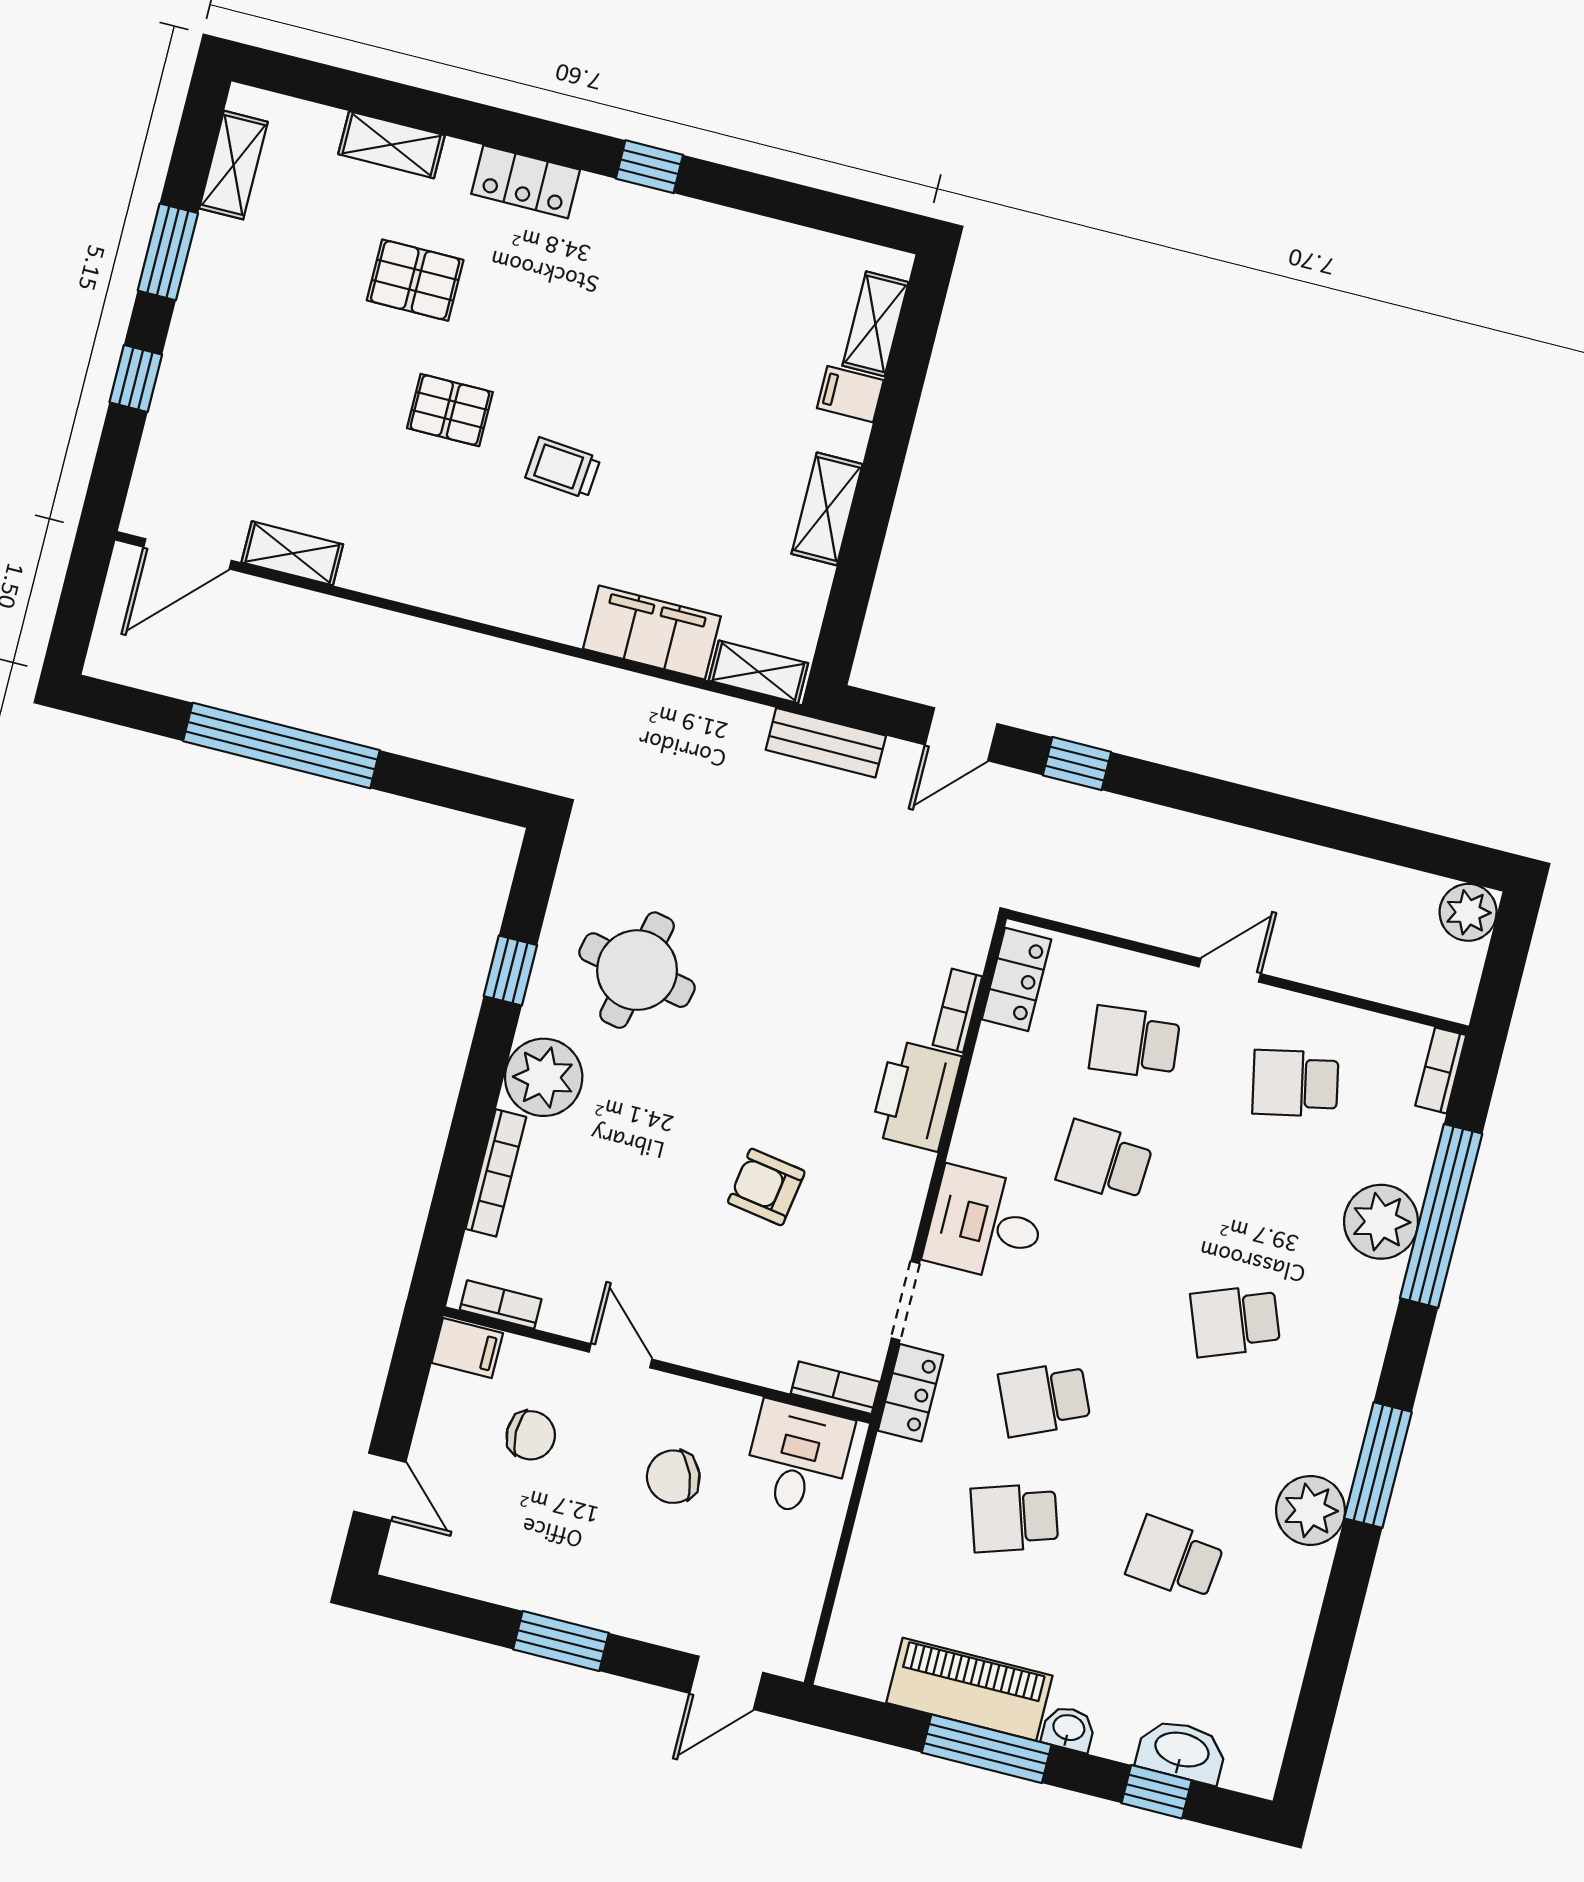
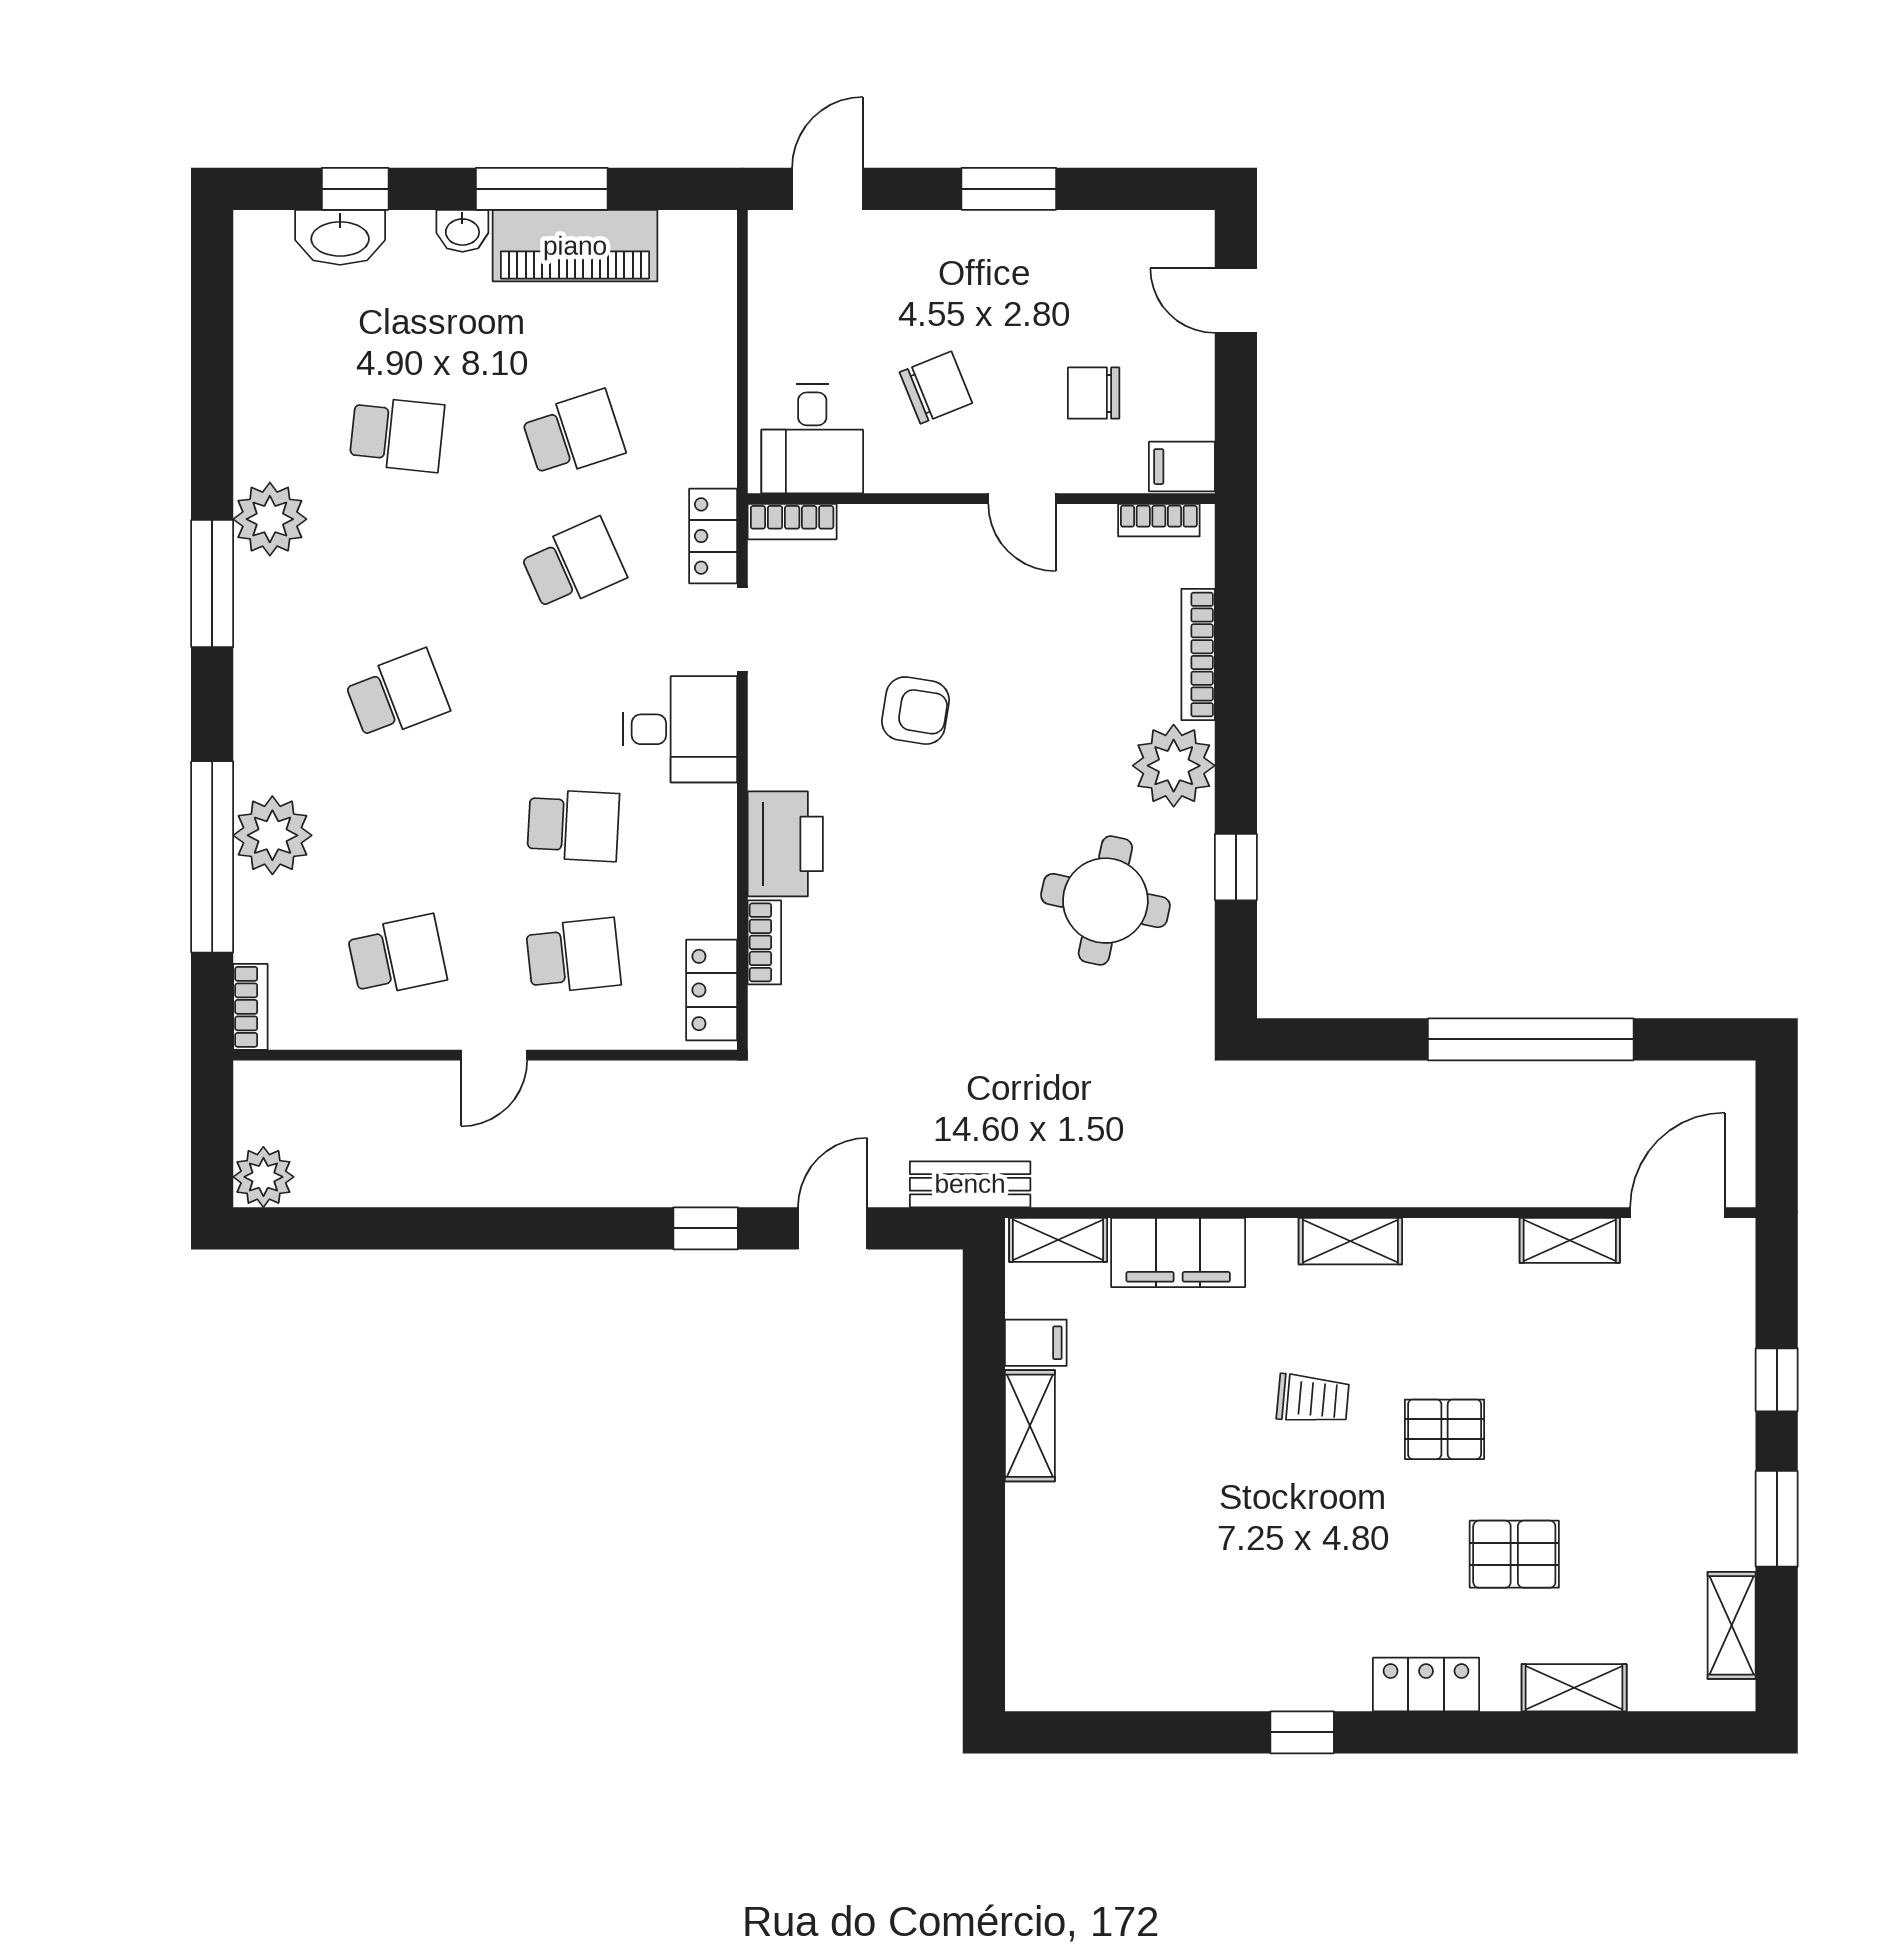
shelving: (875, 324) -> (1350, 1241), moved, turned 90
filing cabinet: (850, 394) -> (1036, 1343), moved

